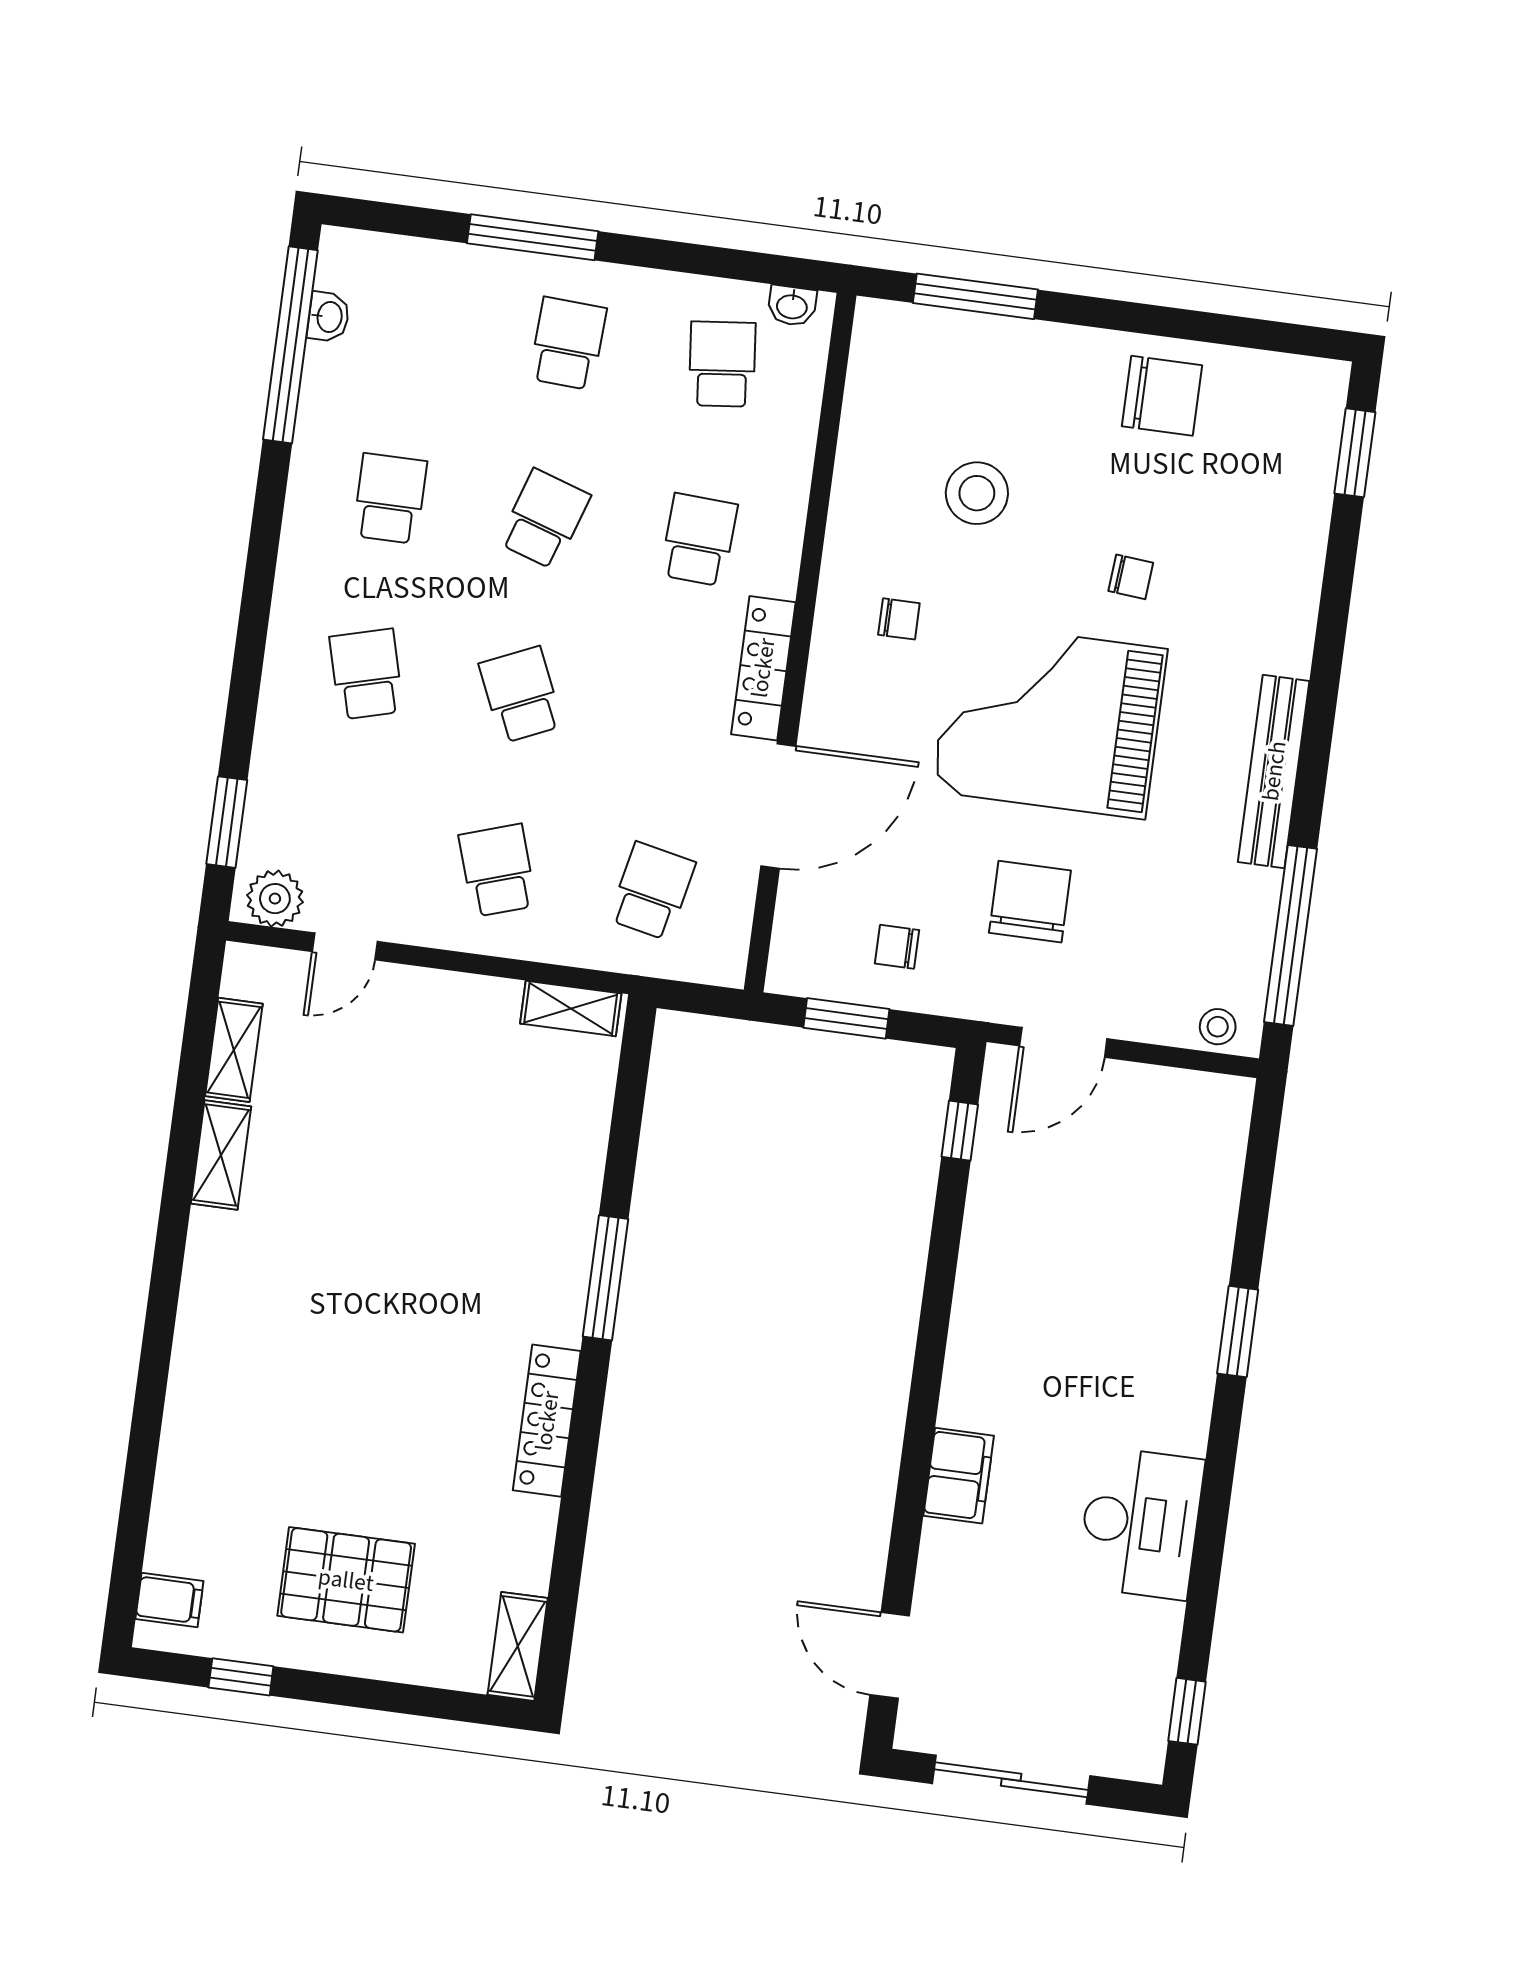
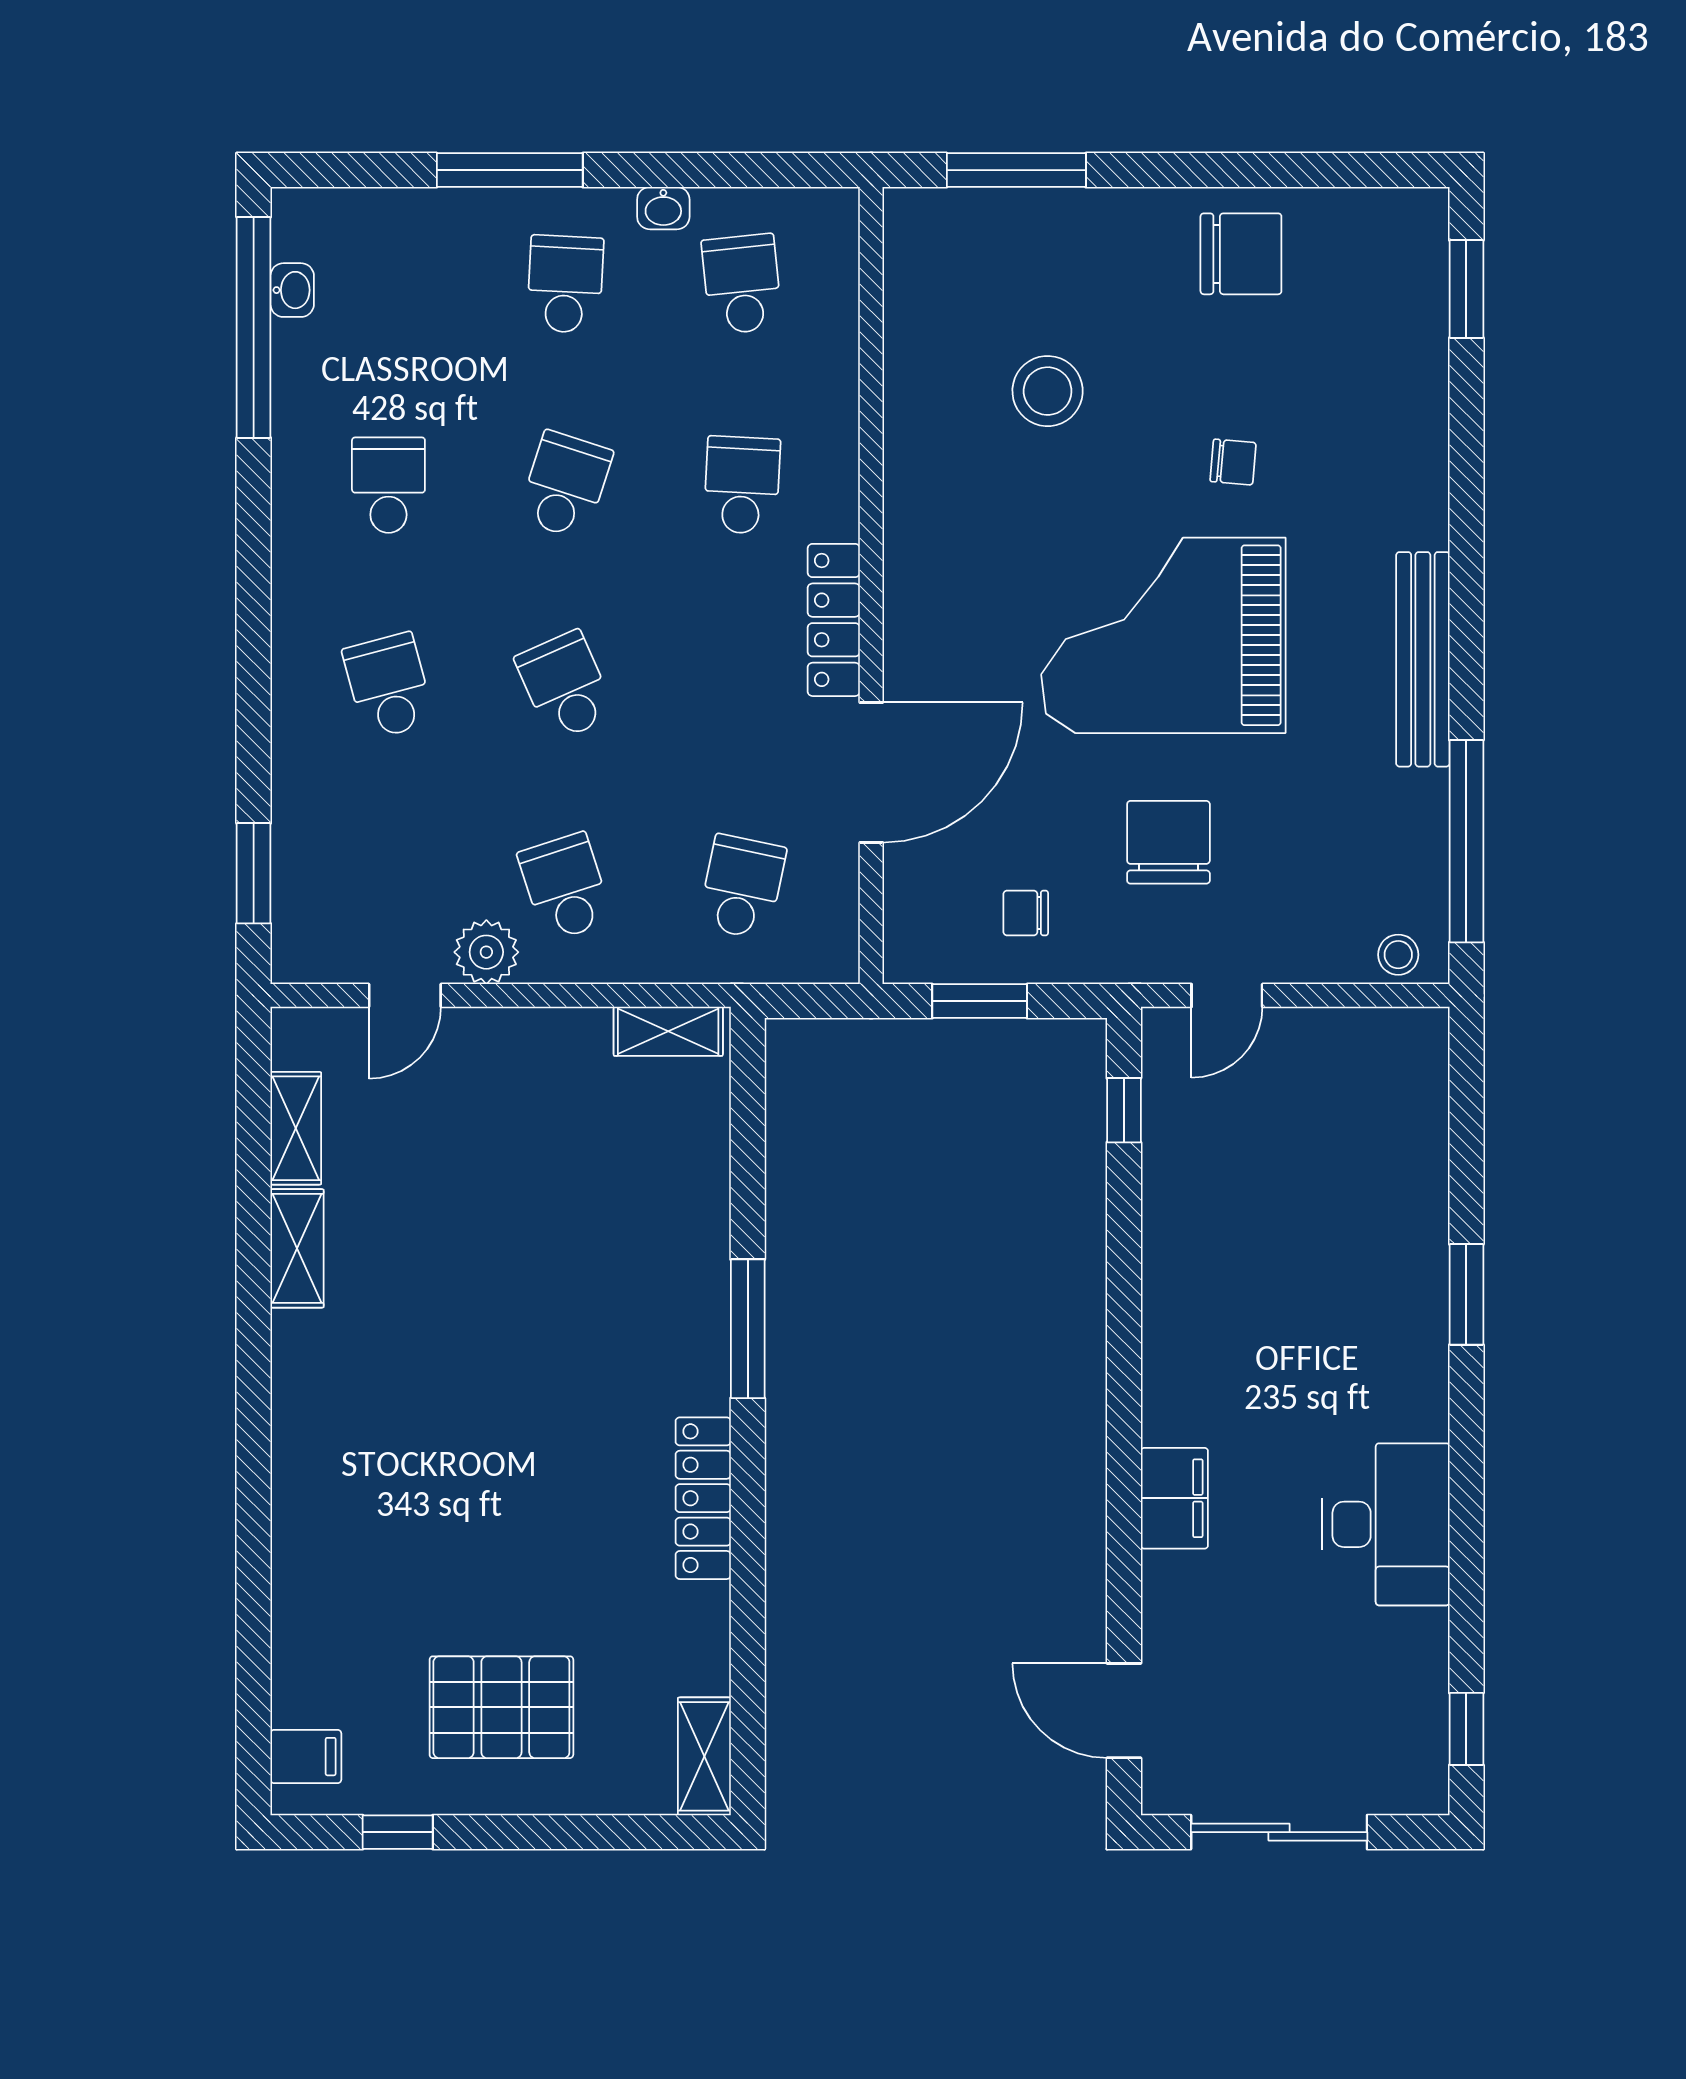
washbasin: (792, 306) -> (663, 208), moved
chair: (899, 619) -> (979, 544), removed
plant: (275, 899) -> (486, 952), moved
door: (1063, 1042) -> (1227, 995), width x0.73

